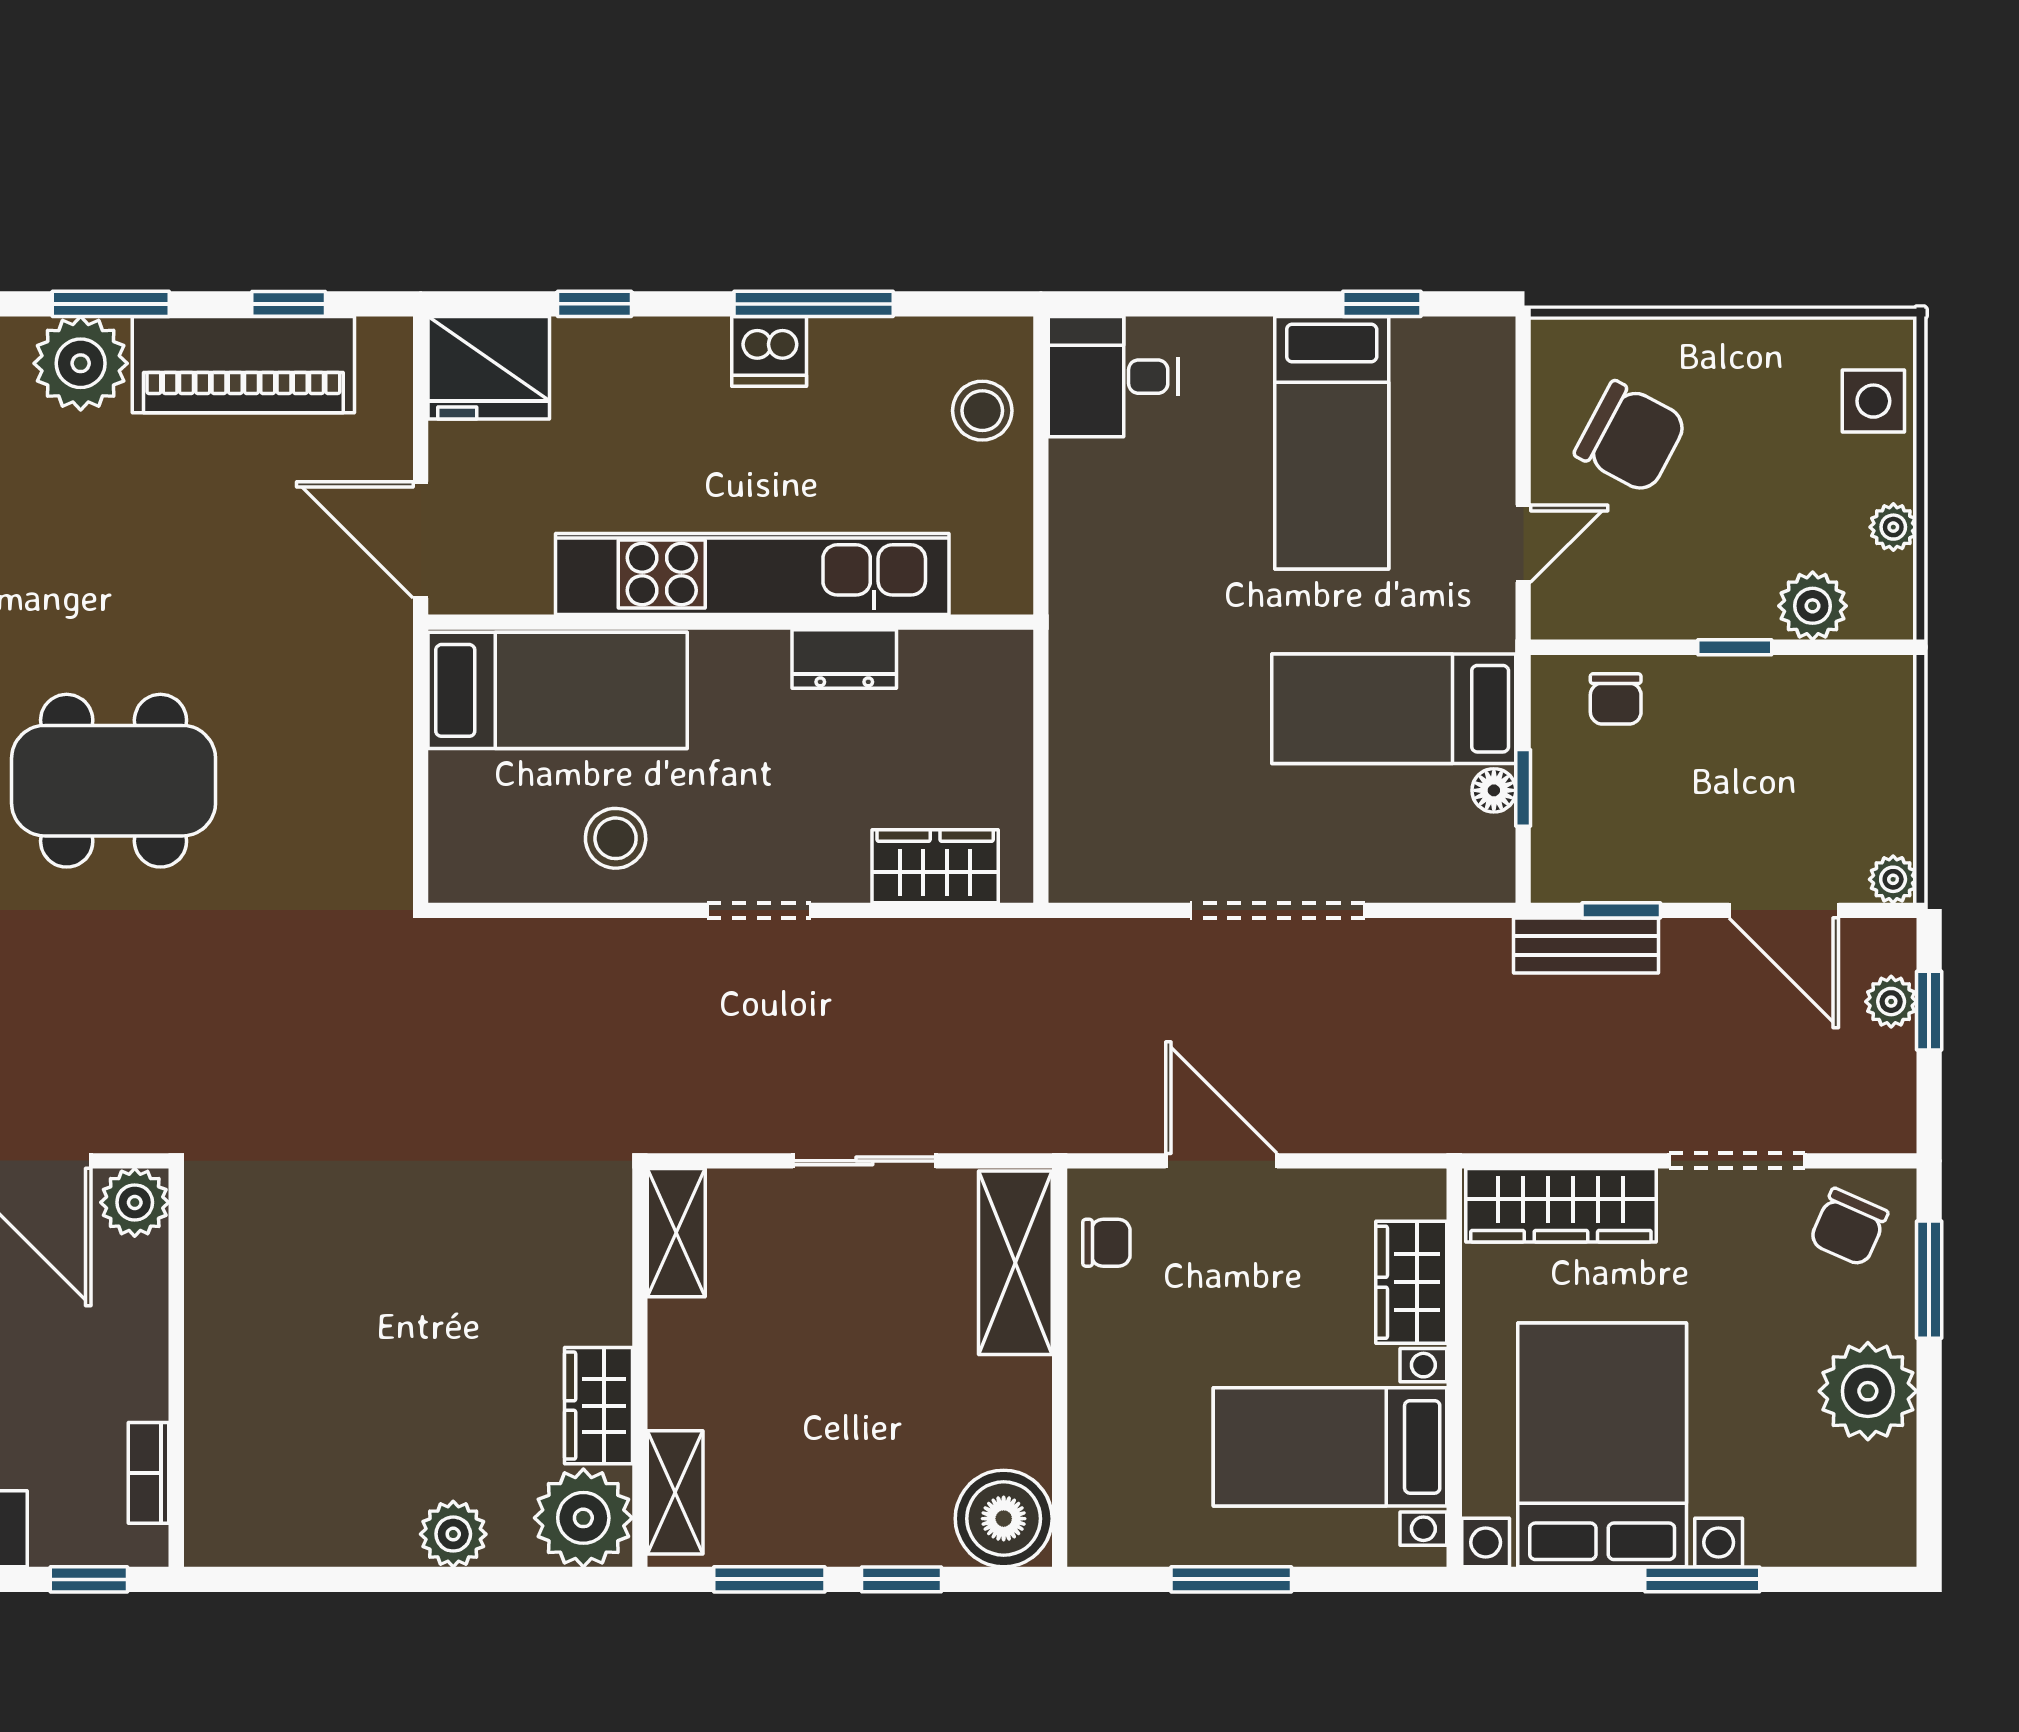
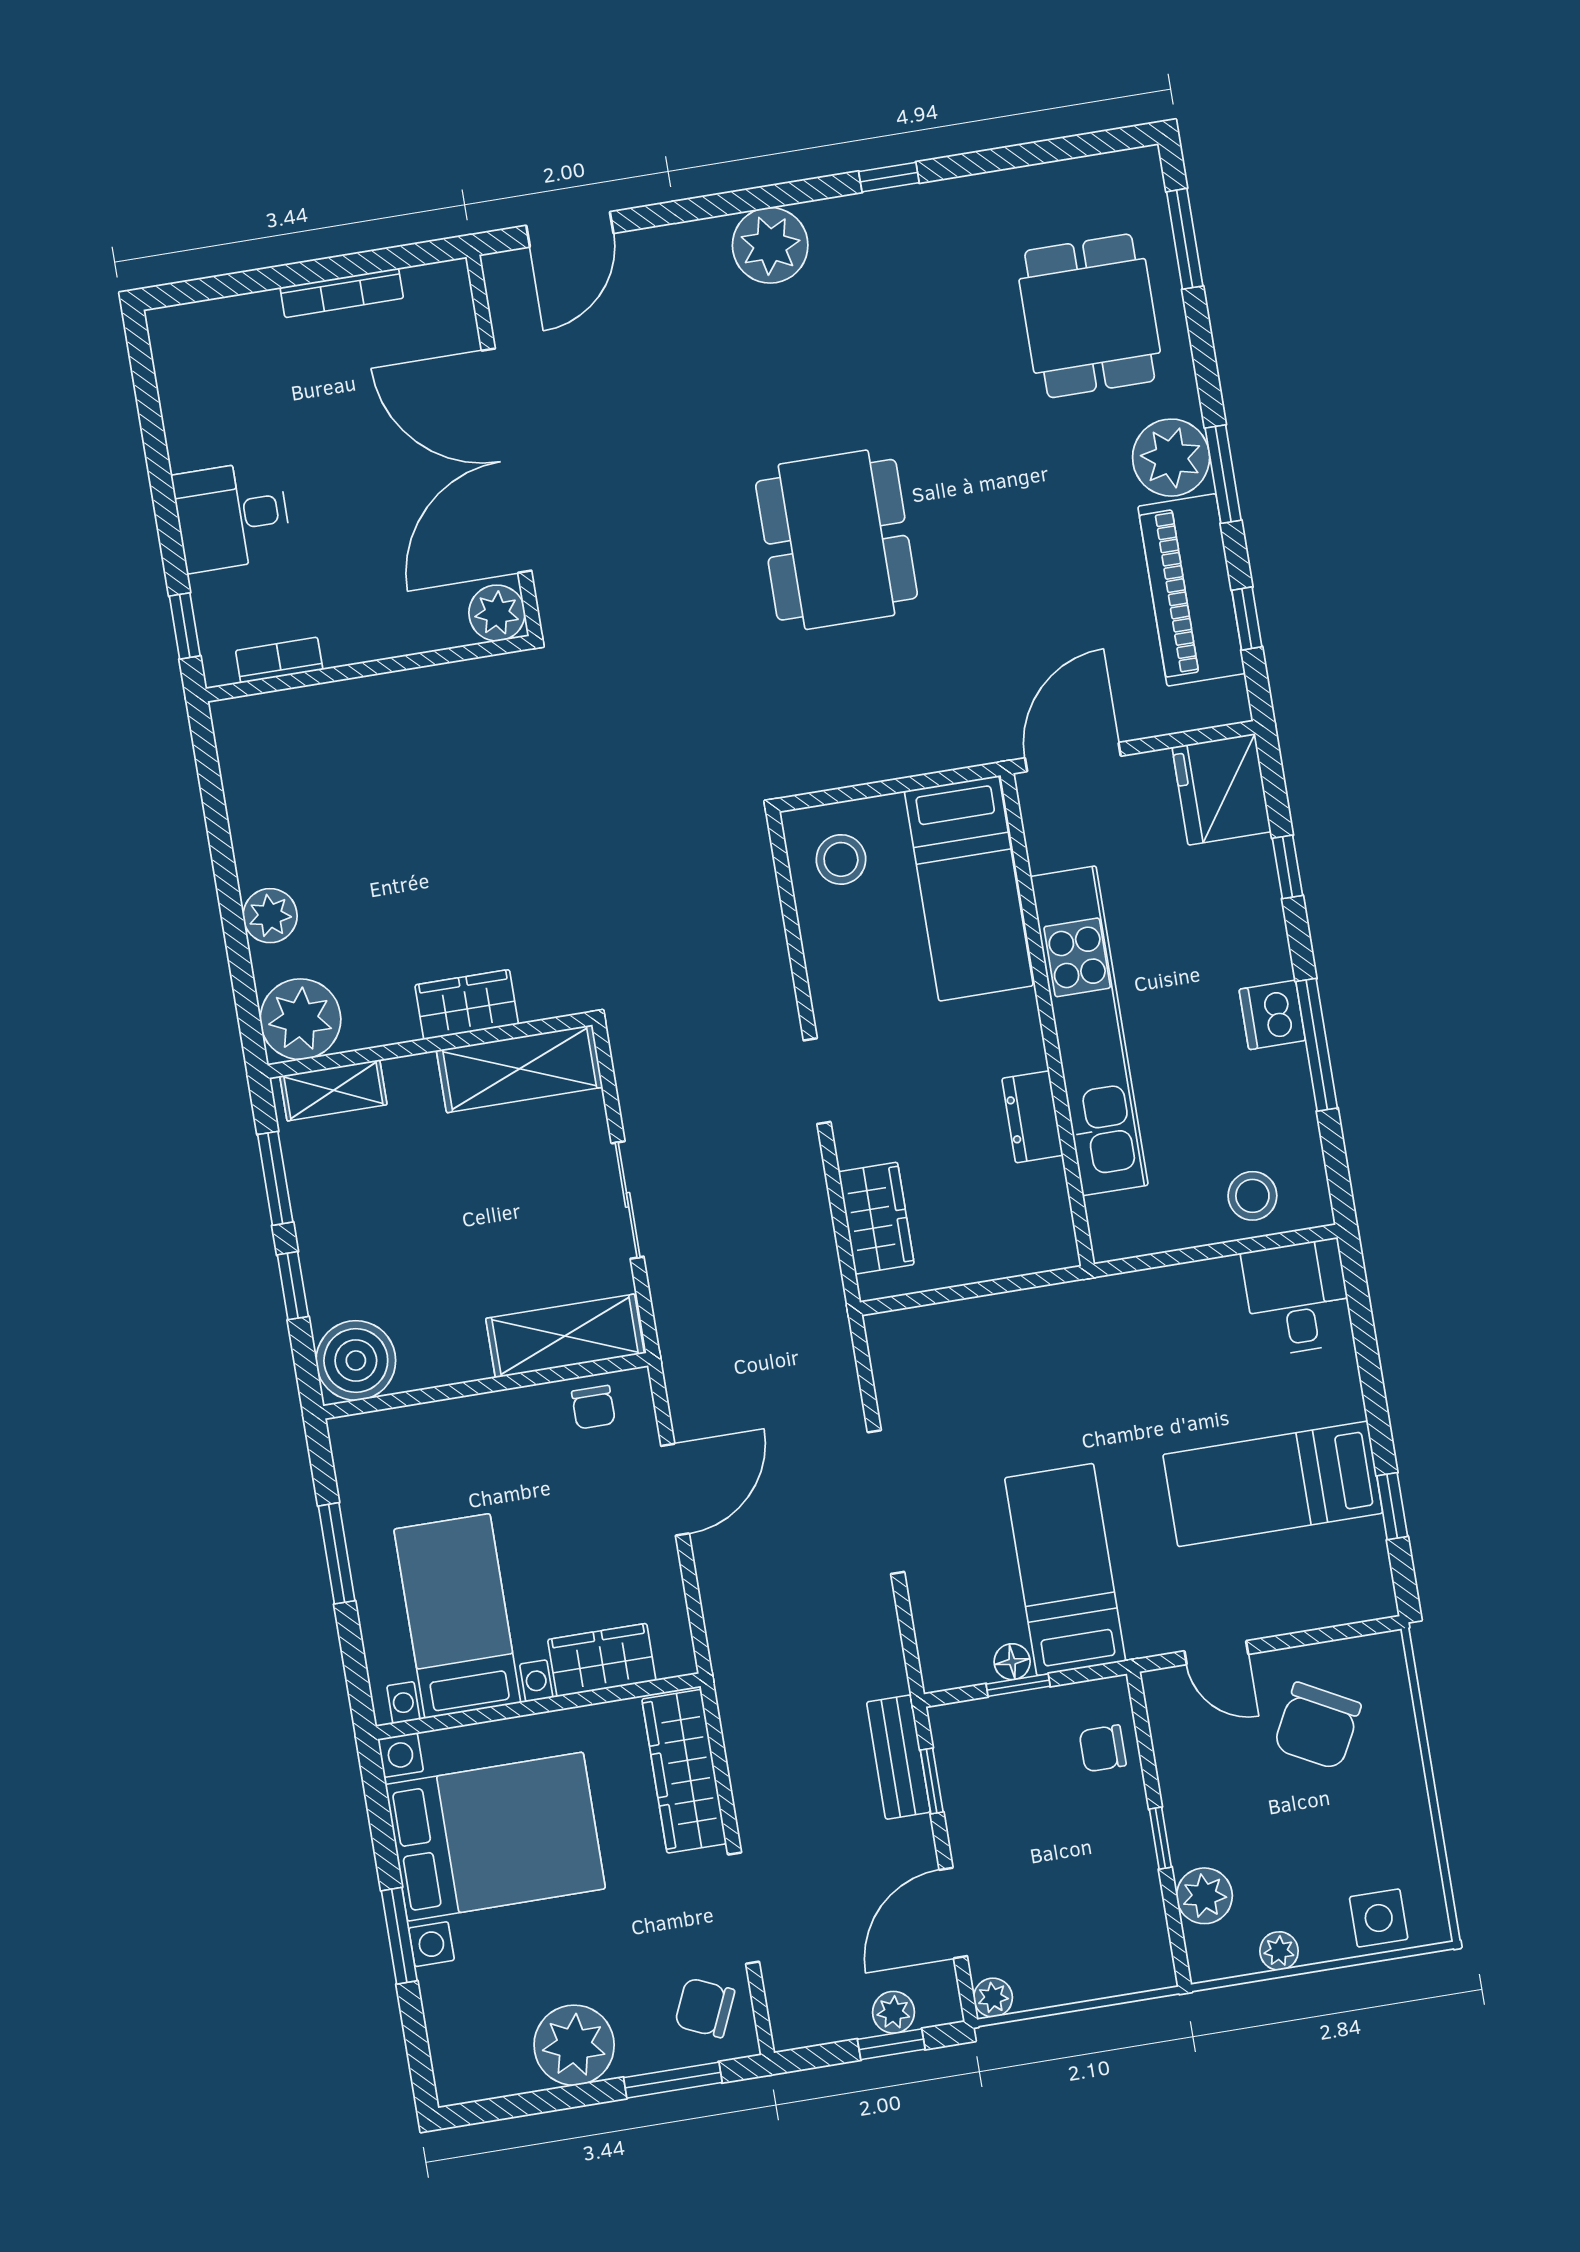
stool: (616, 838) -> (841, 859), moved
shelving: (676, 1233) -> (520, 1069), width x1.50, depth x1.33
wardrobe: (599, 1406) -> (467, 1005), moved

